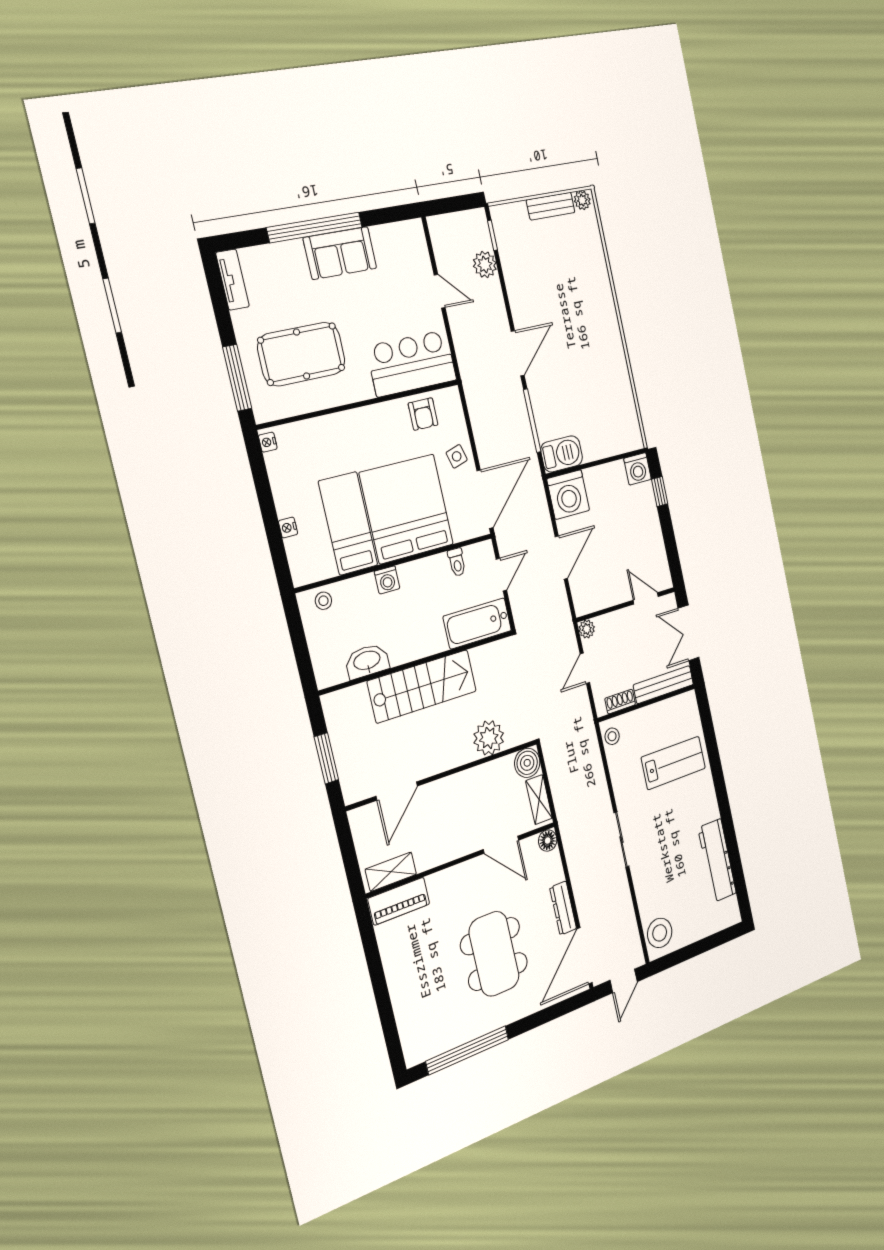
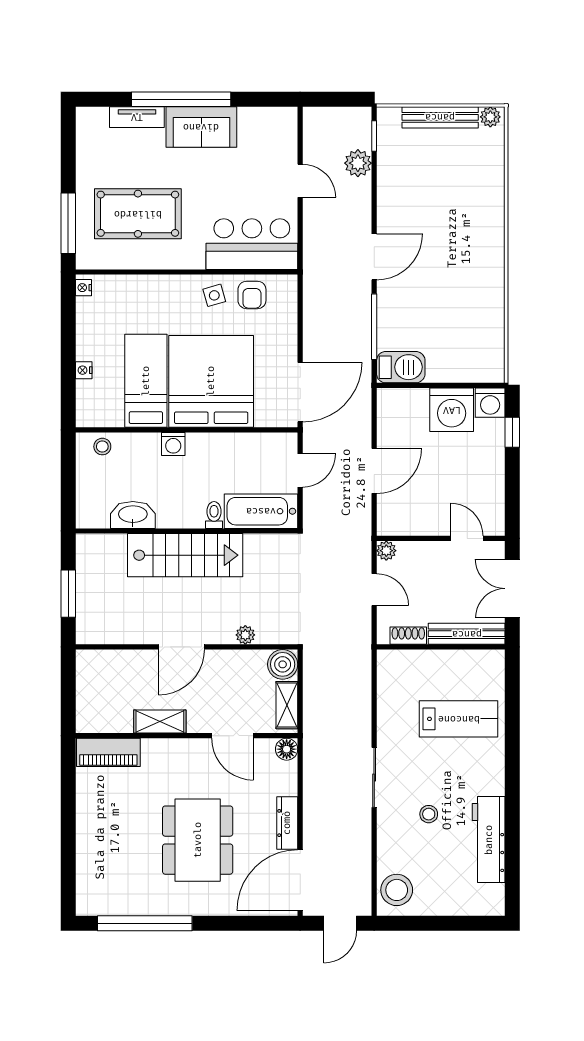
bench: (551, 206) -> (440, 117), width x1.36
tv unit: (233, 280) -> (137, 117), moved, turned 90
side table: (457, 456) -> (214, 295), moved
washing machine: (568, 495) -> (452, 410), moved
toilet: (457, 562) -> (214, 515), moved, turned 180
door: (585, 668) -> (374, 590), swing flipped
stool: (612, 736) -> (429, 814), moved
plant: (489, 738) -> (245, 635), width x0.53, depth x0.53
door: (397, 791) -> (181, 647), moved
shelving: (391, 872) -> (160, 721), moved

